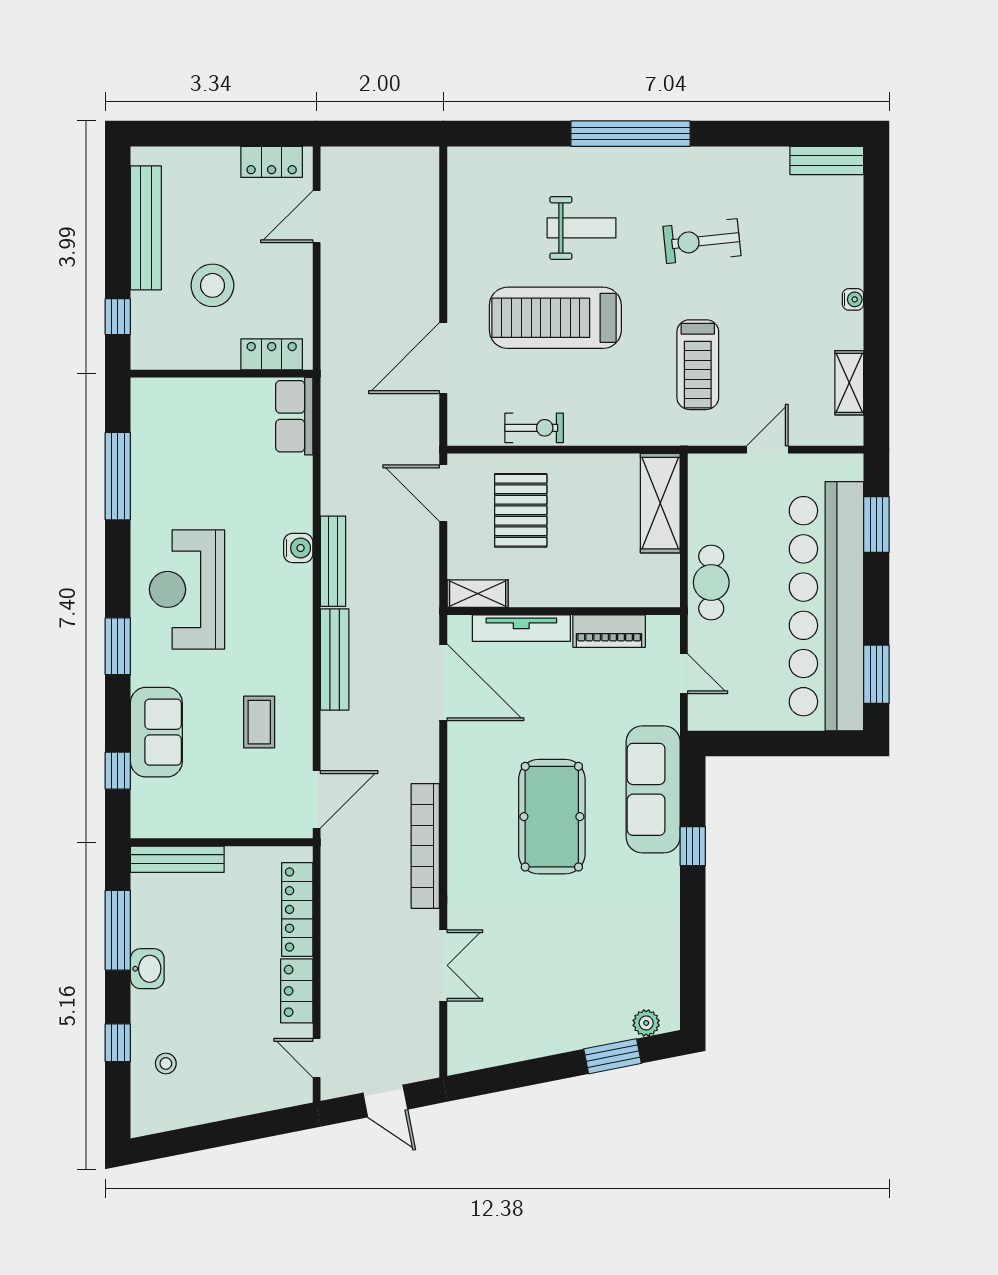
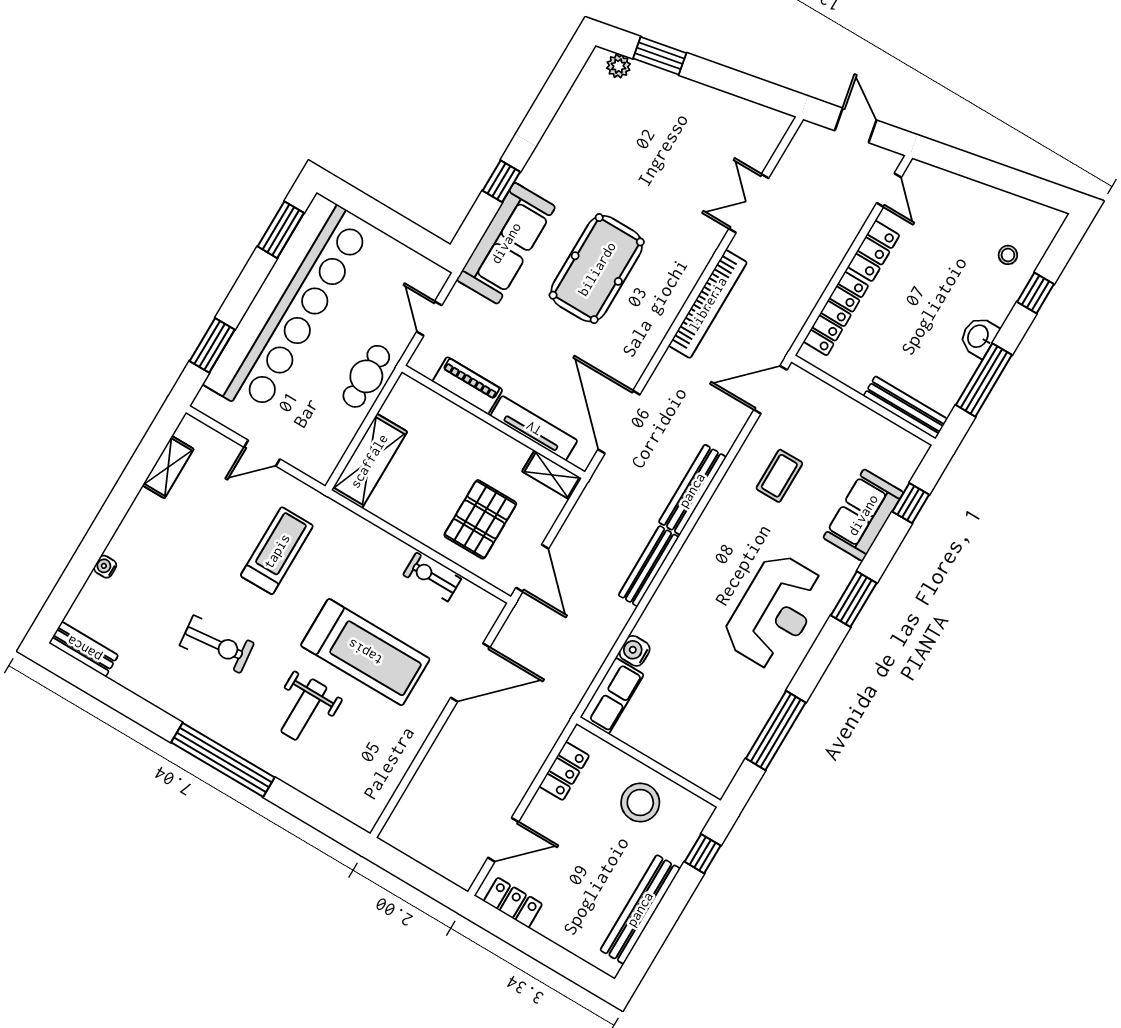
weight bench: (582, 228) -> (304, 710), turned -90
stool: (212, 285) -> (640, 802), moved
water cooler: (853, 299) -> (105, 567), moved
locker: (272, 354) -> (564, 771), moved, turned -90
water cooler: (298, 548) -> (635, 651), moved

